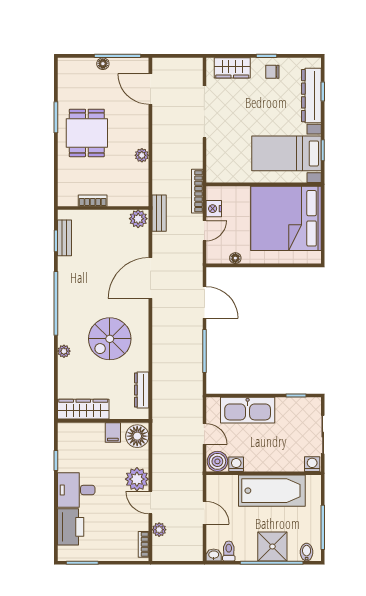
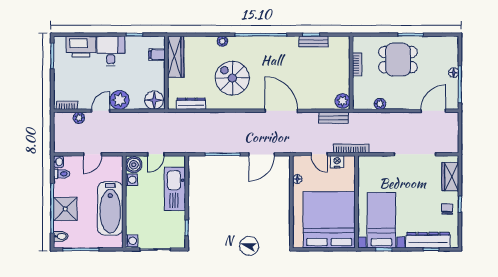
bookcase: (93, 201) -> (357, 64), moved
wall: (103, 208) -> (351, 73), moved
plant: (138, 219) -> (343, 101), moved
filing cabinet: (113, 432) -> (157, 55), moved

